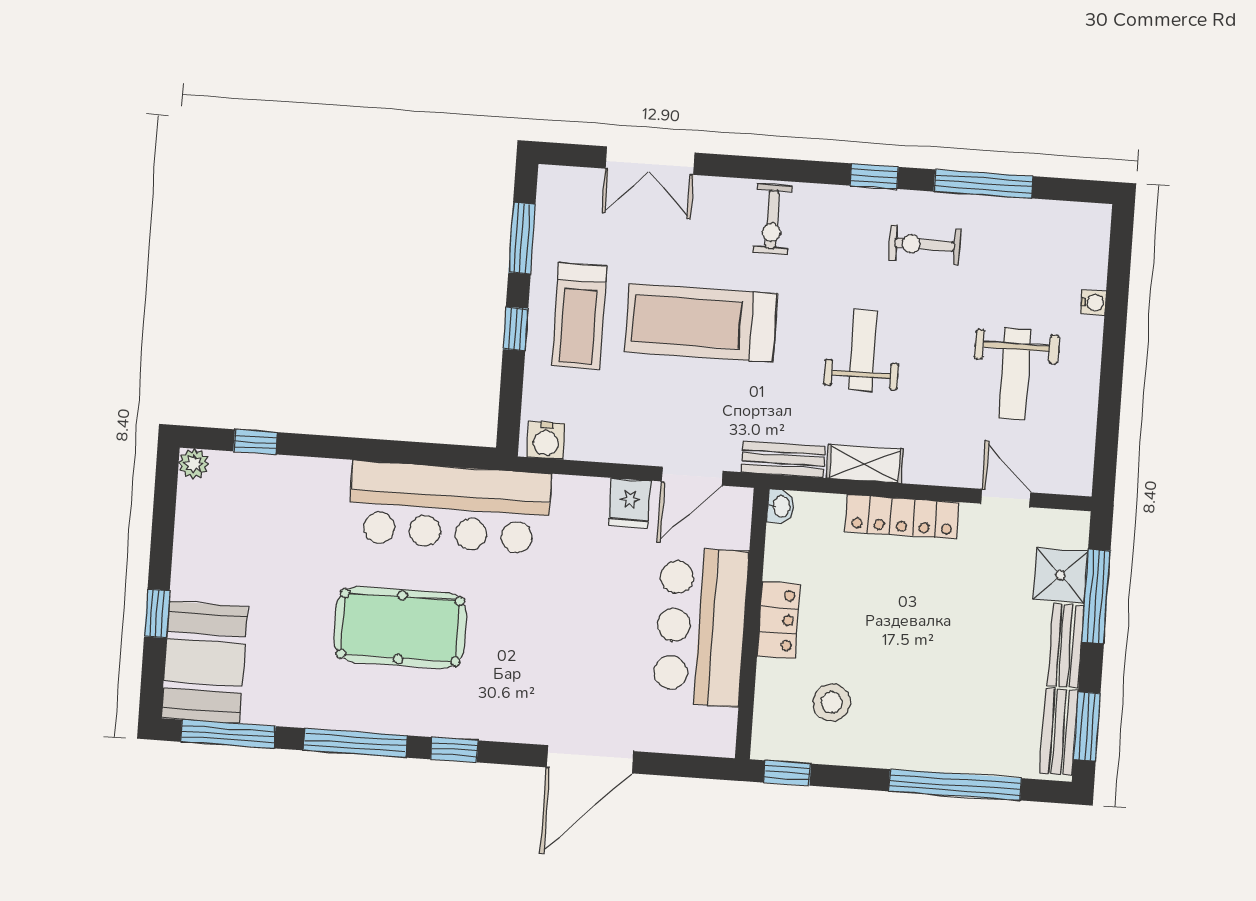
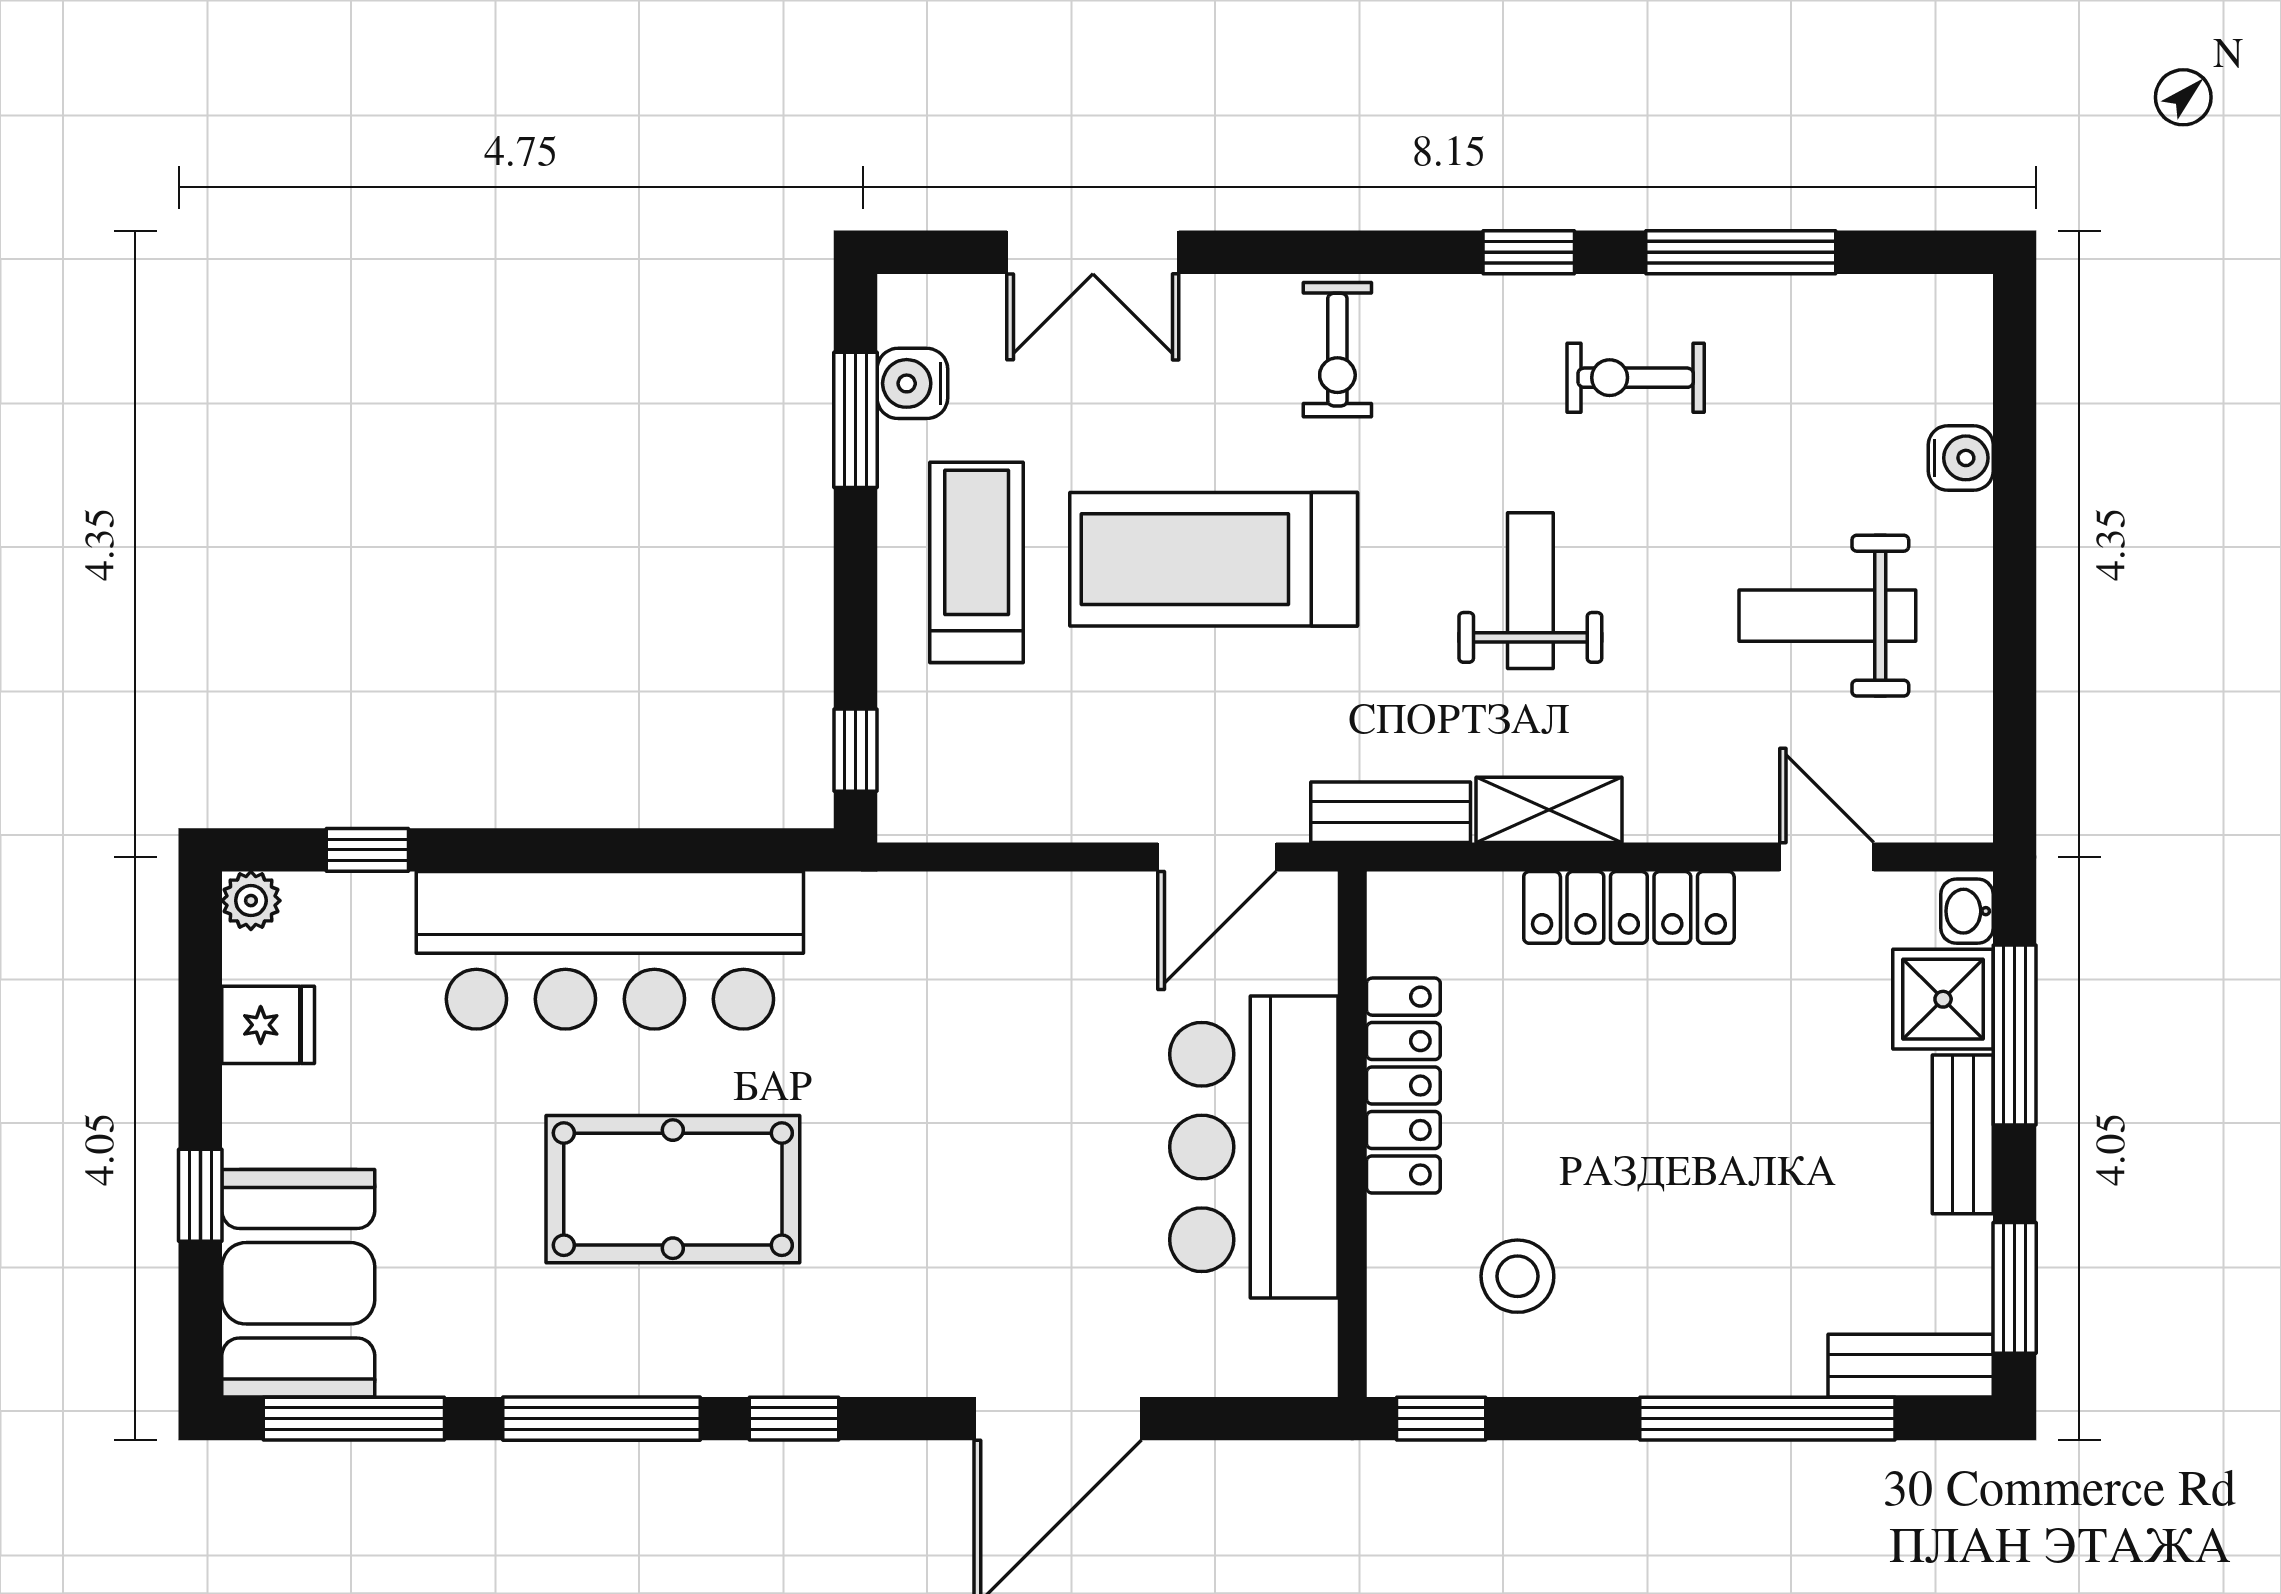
water cooler: (1093, 302) -> (1961, 458), width x1.38, depth x1.38
treadmill: (579, 316) -> (977, 562), turned 180
window: (516, 329) -> (855, 750), moved
weight bench: (1015, 374) -> (1827, 616), turned 90
water cooler: (546, 440) -> (912, 383), moved, turned 90
fridge: (629, 503) -> (268, 1025), moved, turned -90
washbasin: (781, 506) -> (1967, 911), moved, turned 180
bar counter: (450, 507) -> (610, 950), moved
locker: (778, 620) -> (1403, 1086), width x1.53
bench: (1059, 732) -> (1911, 1366), moved, turned 90

